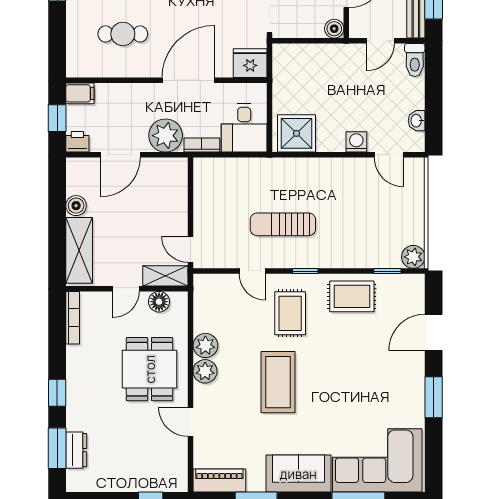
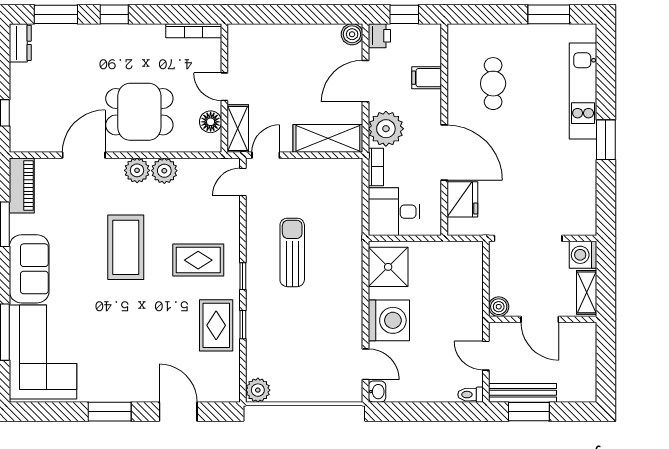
toilet: (415, 60) -> (470, 395), width x0.73, depth x0.72
fridge: (250, 63) -> (462, 199), moved
filing cabinet: (80, 93) -> (427, 78), moved, turned 90
washbasin: (417, 121) -> (377, 392), moved, turned 90
washing machine: (356, 142) -> (389, 320), width x1.89, depth x1.89
door: (120, 155) -> (366, 81), hinge flipped
door: (389, 155) -> (366, 364), swing flipped
boiler: (76, 206) -> (352, 34), moved
shelving: (79, 250) -> (328, 138), moved
door: (252, 271) -> (243, 182), moved
window: (387, 271) -> (243, 325), moved
coffee table: (278, 382) -> (126, 247), turned 90
door: (191, 422) -> (84, 155), width x1.38
dresser: (76, 450) -> (20, 43), moved, turned -90

